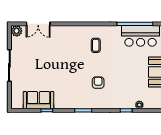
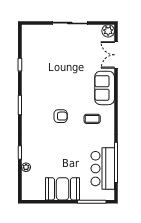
armchair: (98, 83) -> (61, 116), moved
sofa: (38, 100) -> (105, 88), moved, turned 180

